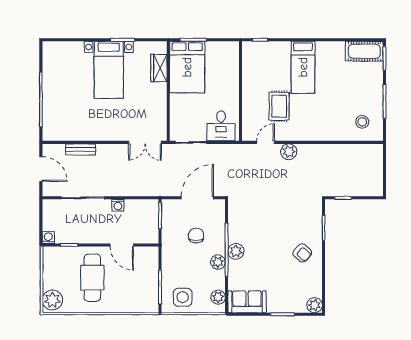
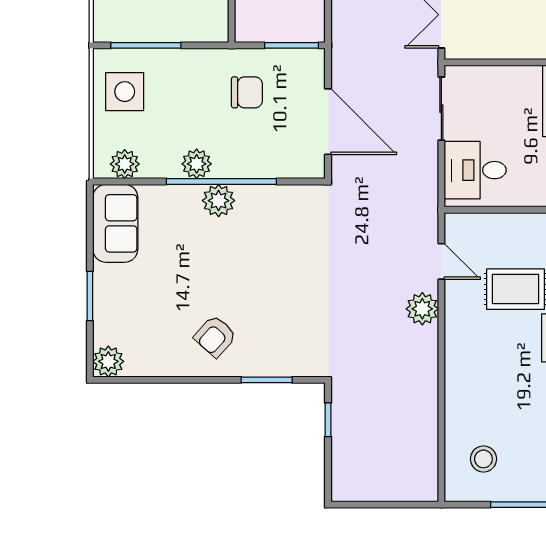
chair: (196, 236) -> (247, 92), moved

